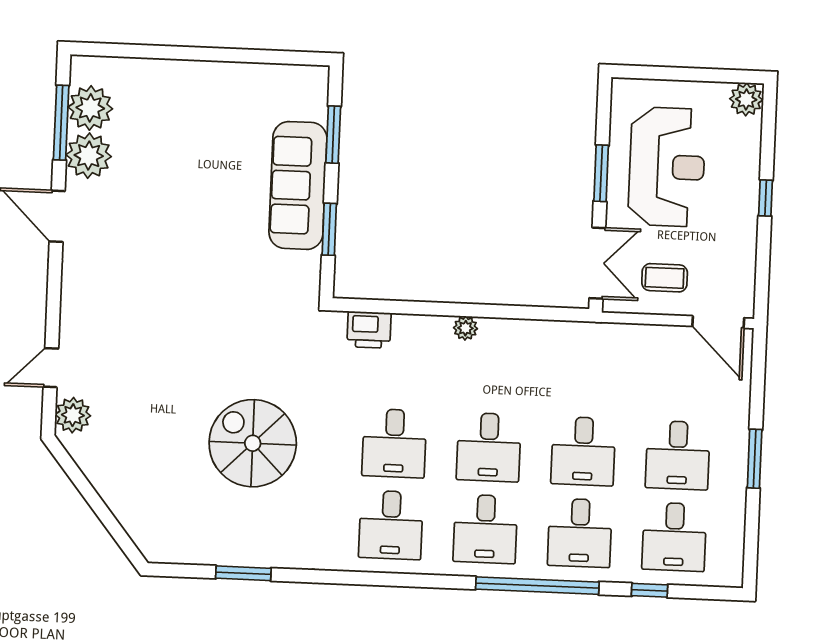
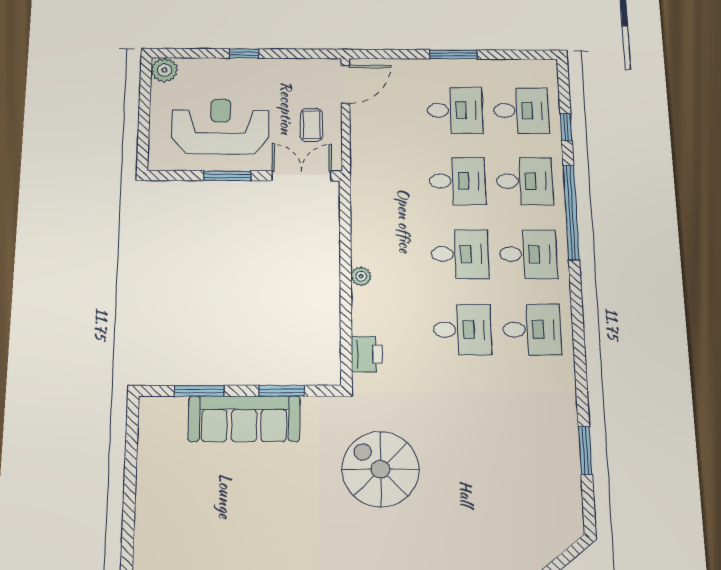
spiral stairs: (253, 443) -> (381, 469), moved, turned 90

